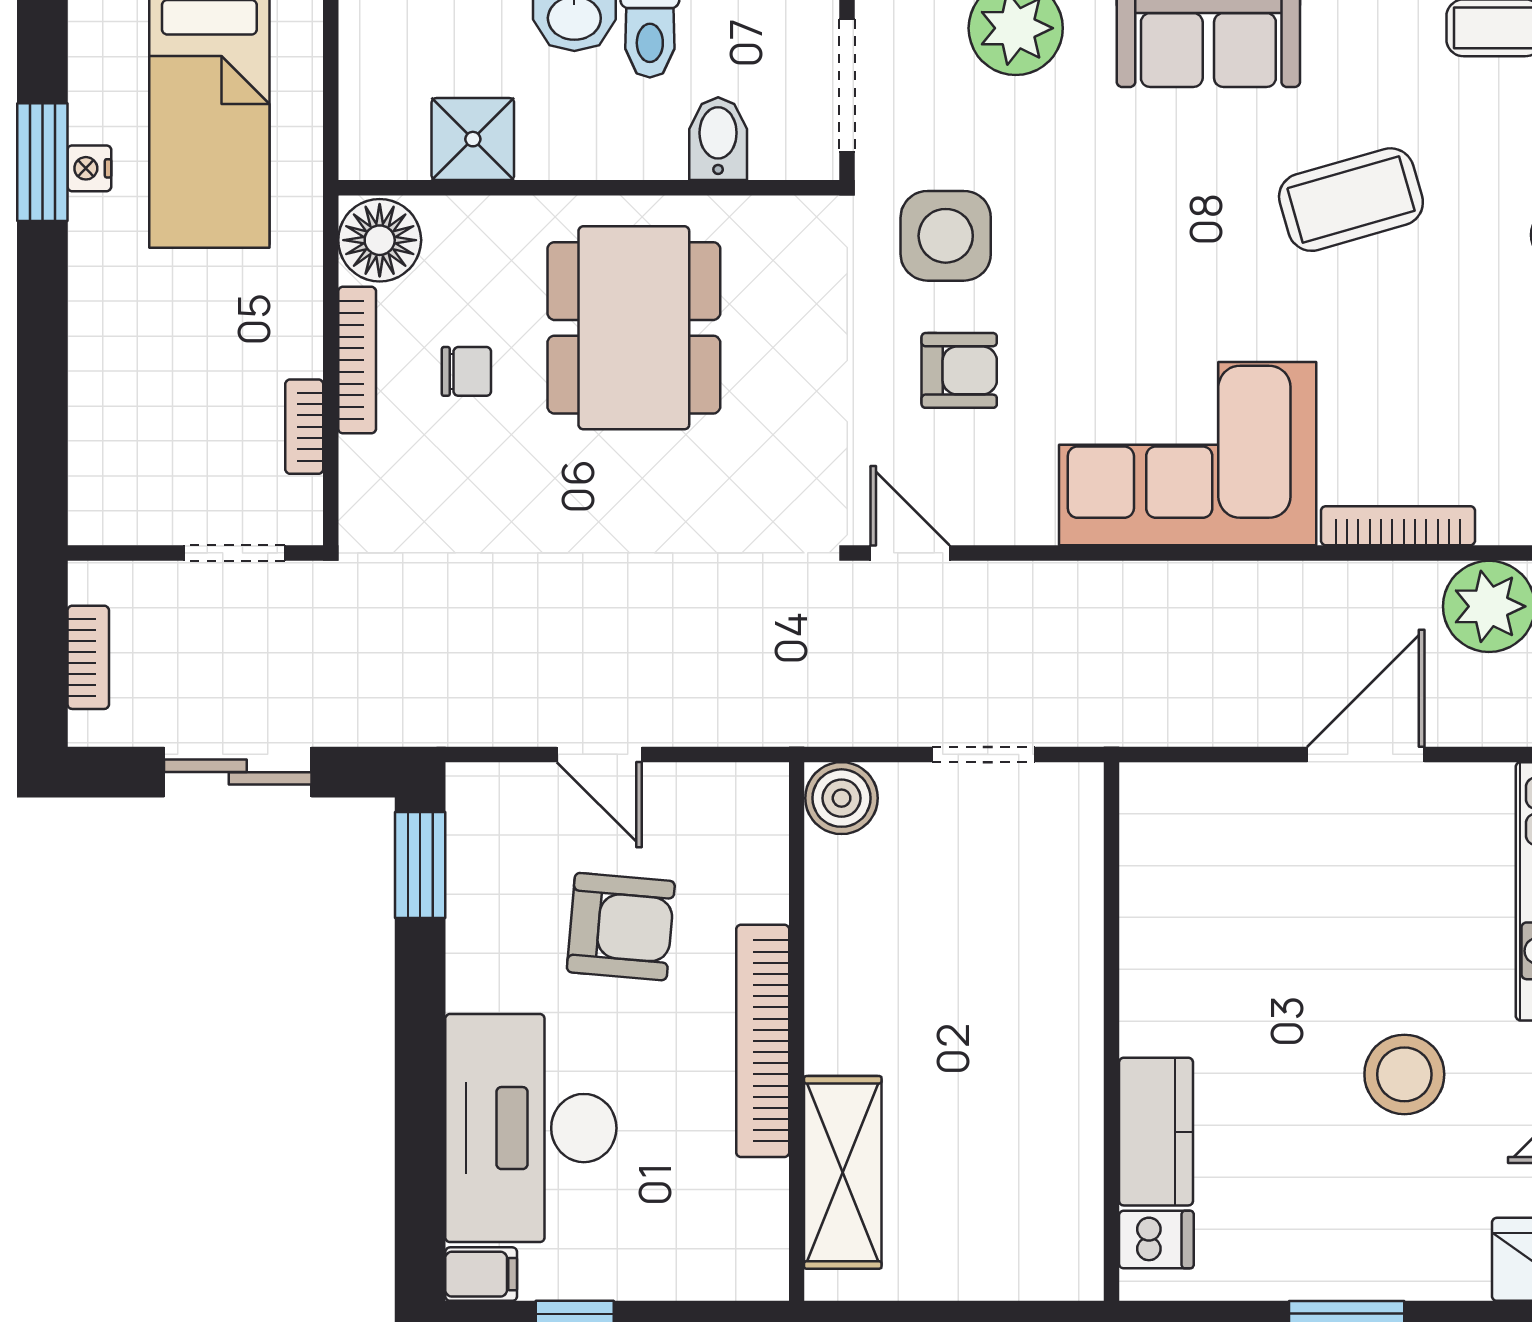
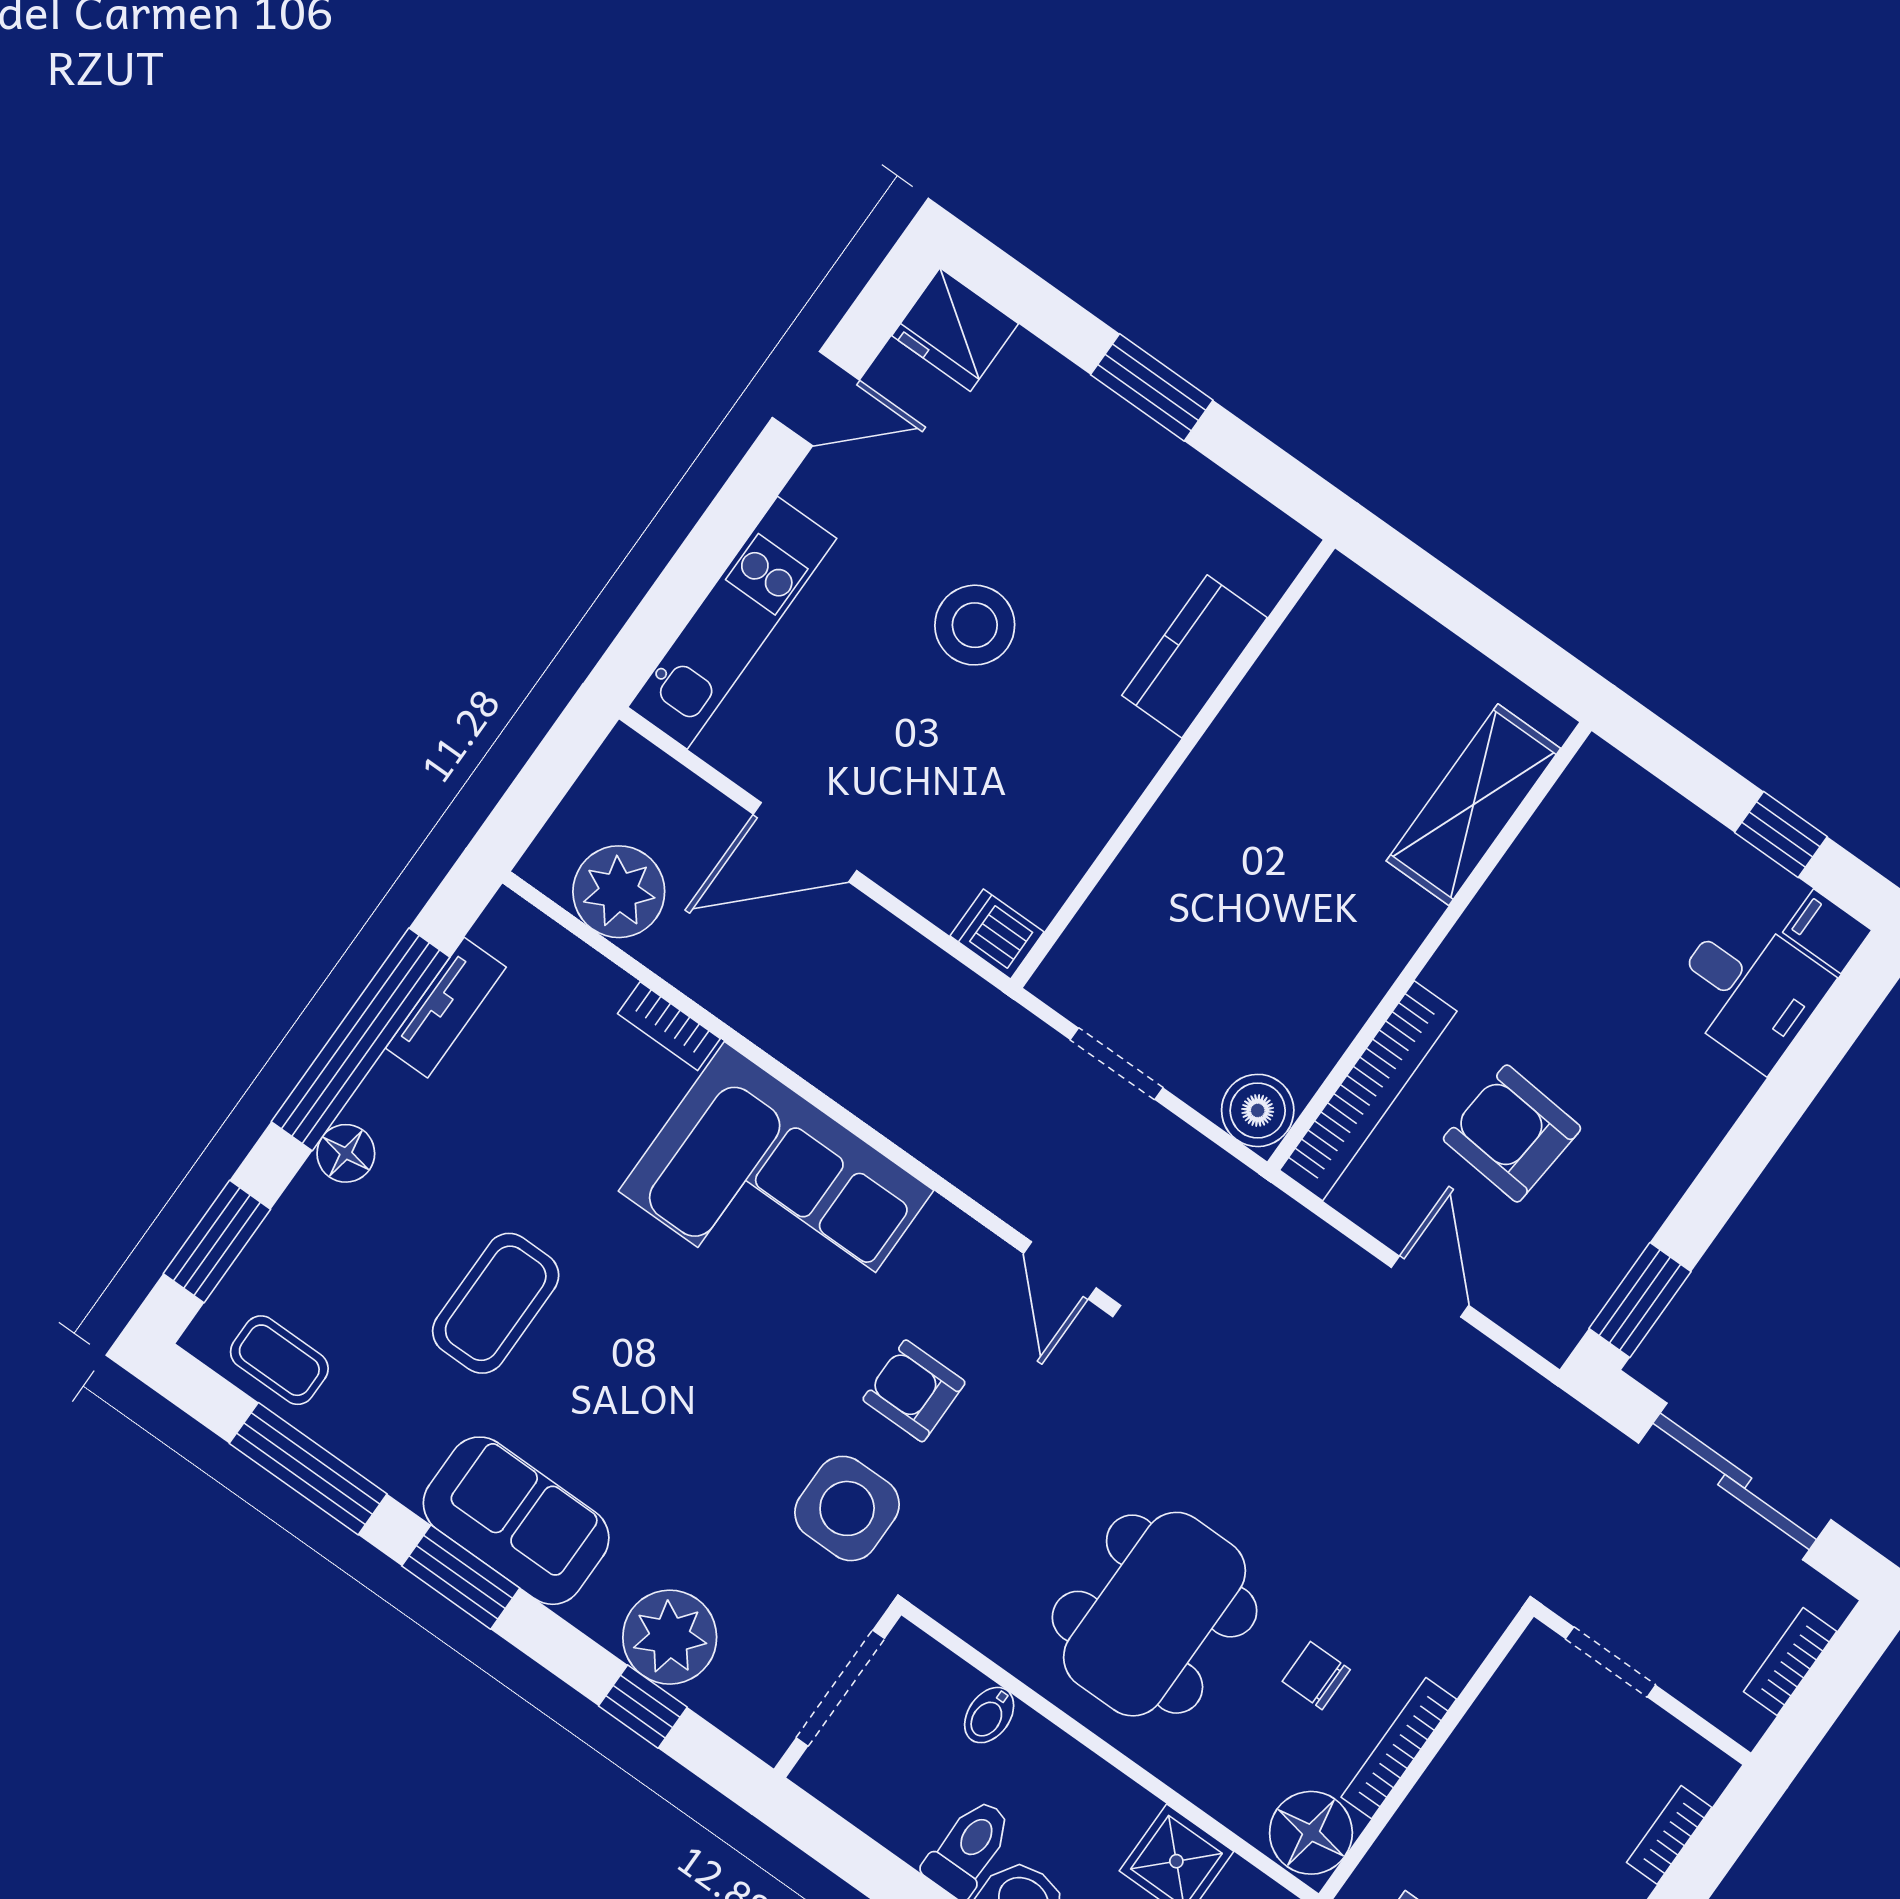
bidet: (718, 139) -> (989, 1715), width x0.72, depth x0.74
coffee table: (1351, 200) -> (496, 1303), turned -74
bookcase: (304, 427) -> (1669, 1835), moved, turned 180
bookcase: (1398, 526) -> (669, 1026), width x0.64
sliding door: (238, 772) -> (1735, 1481), width x1.37
bookcase: (763, 1041) -> (1368, 1091), moved
stool: (1404, 1074) -> (975, 625), moved
desk: (531, 1128) -> (1749, 990), width x0.53, depth x0.77
dishwasher: (1156, 1240) -> (997, 934), moved

